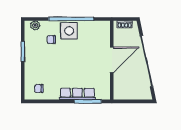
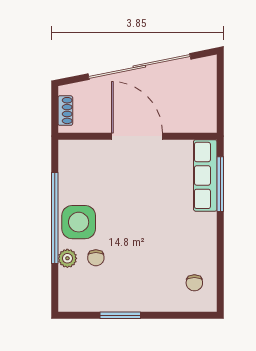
plant: (35, 25) -> (67, 258), moved
row of seats: (77, 94) -> (205, 175), moved

